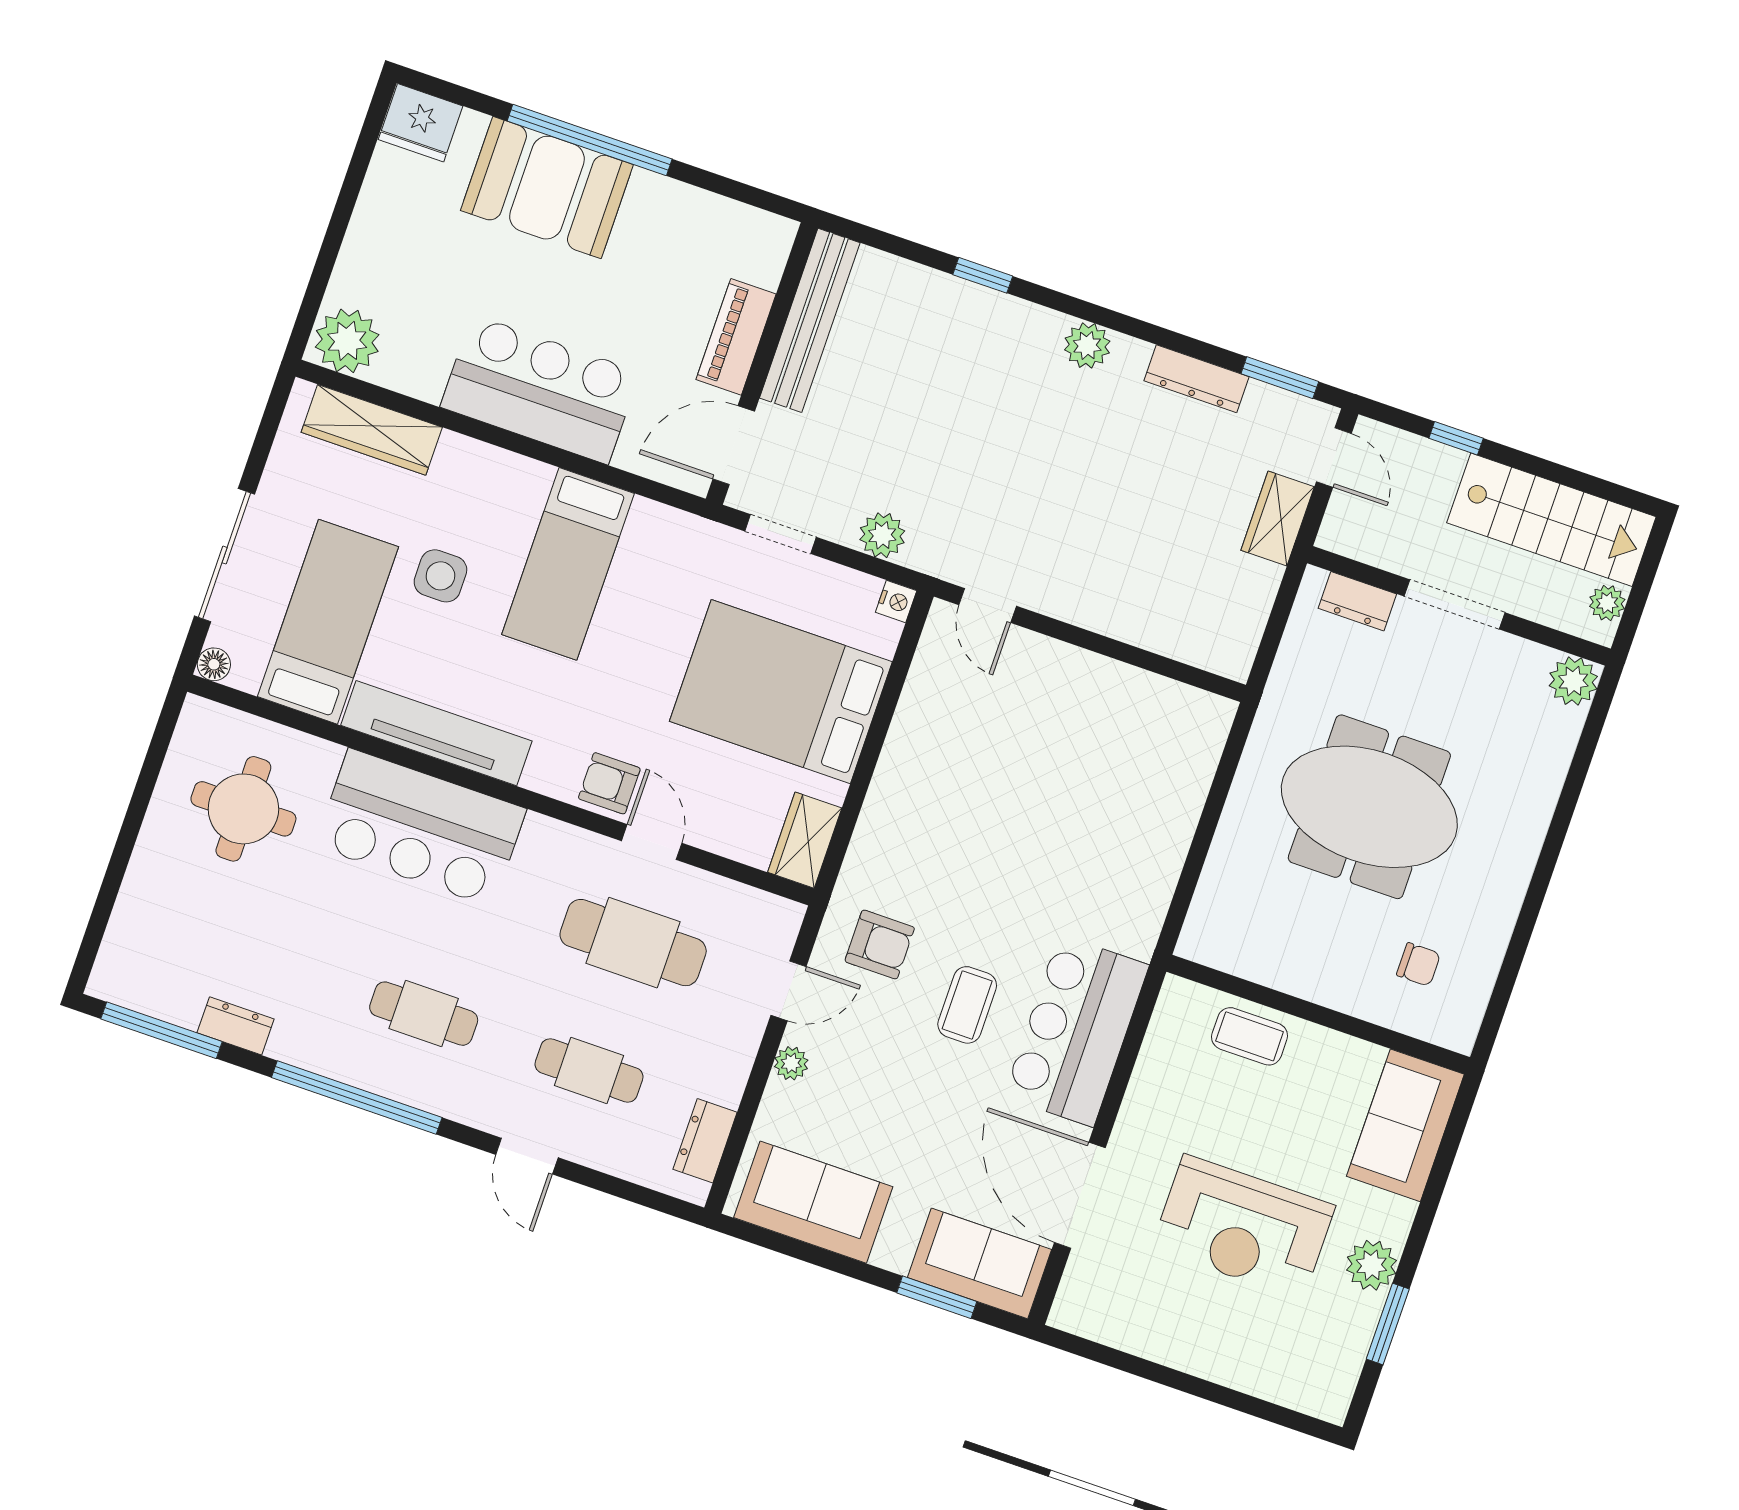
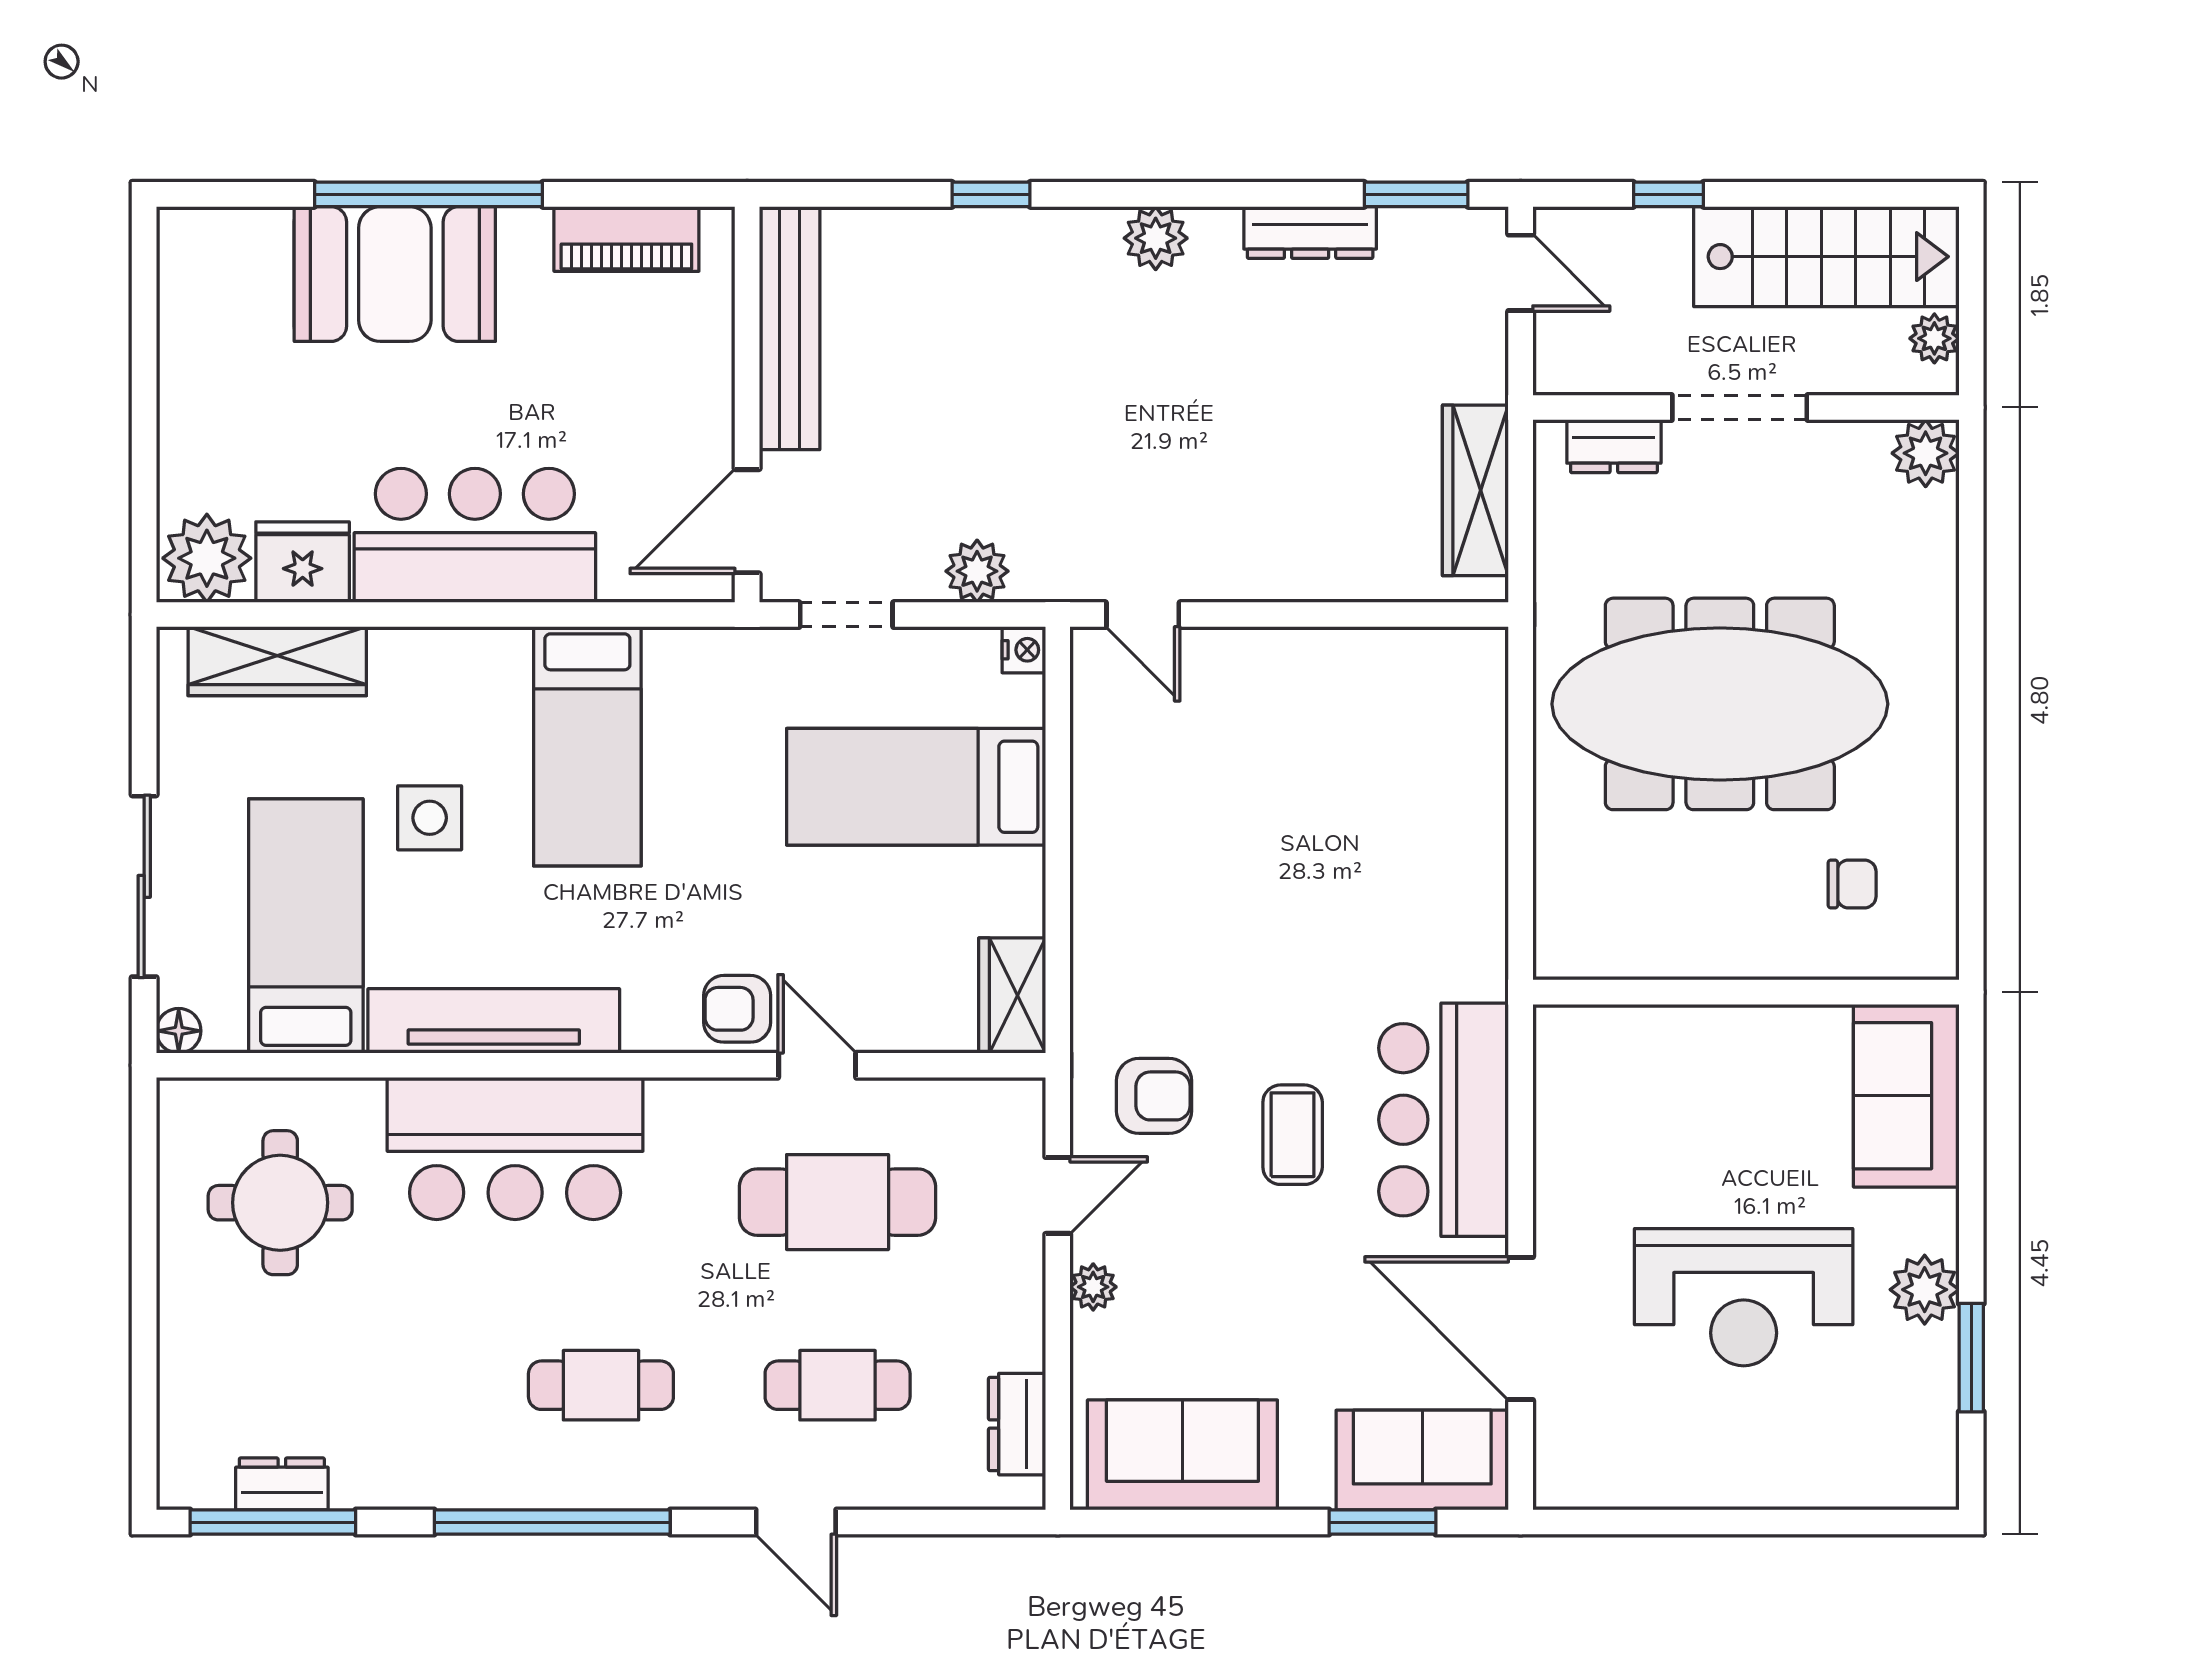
fridge: (421, 123) -> (303, 562), moved, turned 180
piano: (736, 337) -> (626, 239), moved, turned -90
wardrobe: (1278, 518) -> (1475, 490), moved, width x1.50
bed: (781, 692) -> (916, 787), width x0.67
meeting table: (1369, 807) -> (1720, 704), width x1.36
dresser: (236, 1026) -> (282, 1484), moved
coffee table: (1250, 1036) -> (1668, 1050), removed

